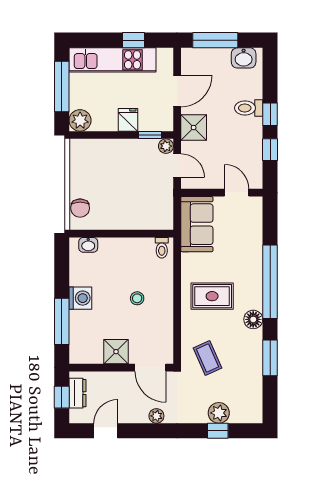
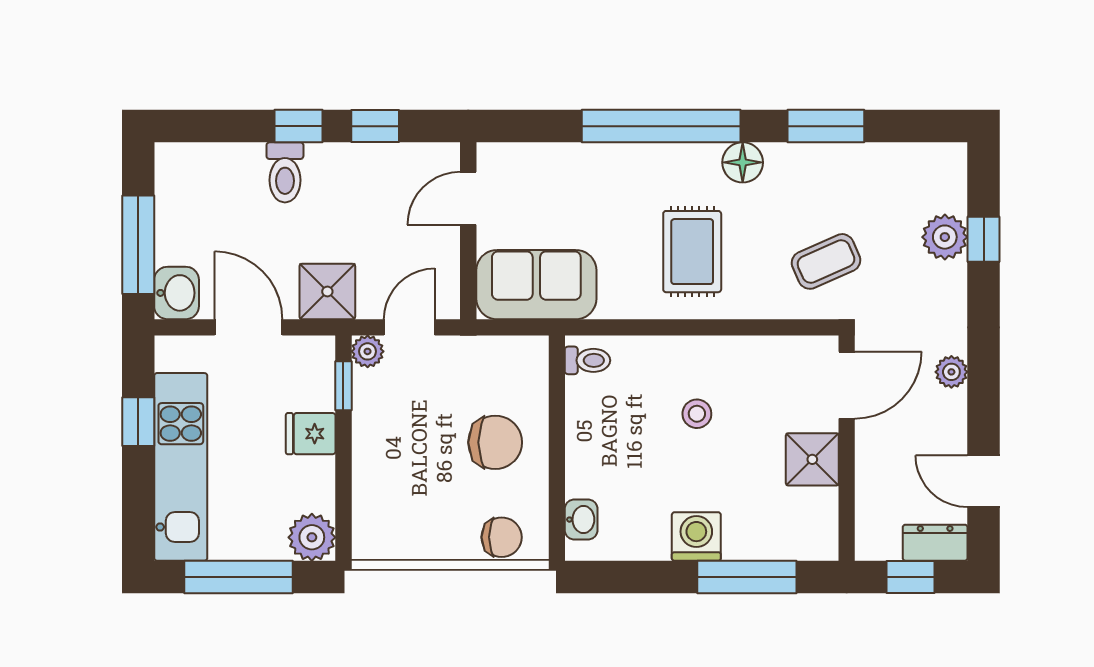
washbasin: (244, 58) -> (177, 293), moved
chair: (124, 205) -> (495, 442), added
dresser: (78, 393) -> (935, 543), moved

